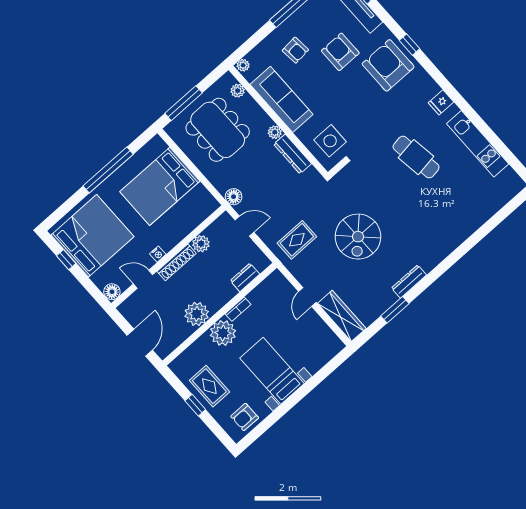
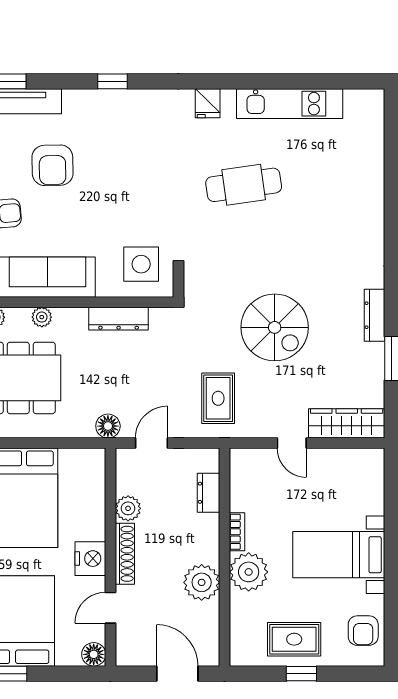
armchair: (340, 52) -> (52, 165), turned -91
armchair: (388, 65) -> (115, 126), removed
plant: (275, 132) -> (42, 317), moved
nightstand: (158, 254) -> (90, 559), width x1.89, depth x1.79

